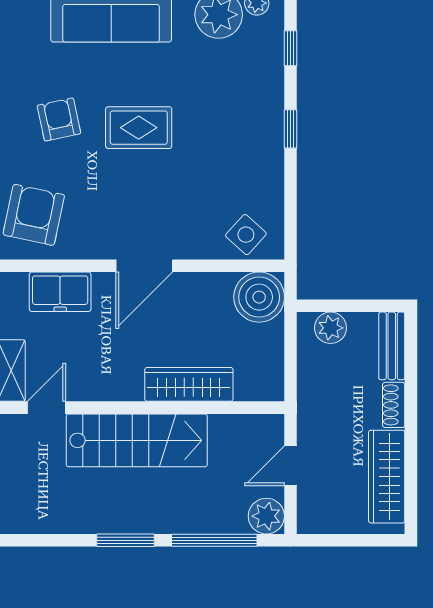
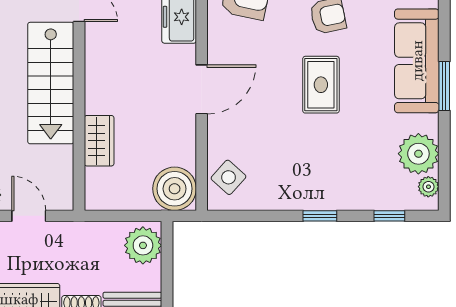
door: (144, 266) -> (202, 89), swing flipped
plant: (330, 328) -> (143, 245), width x1.36, depth x1.36
wardrobe: (189, 384) -> (99, 141), width x0.67

